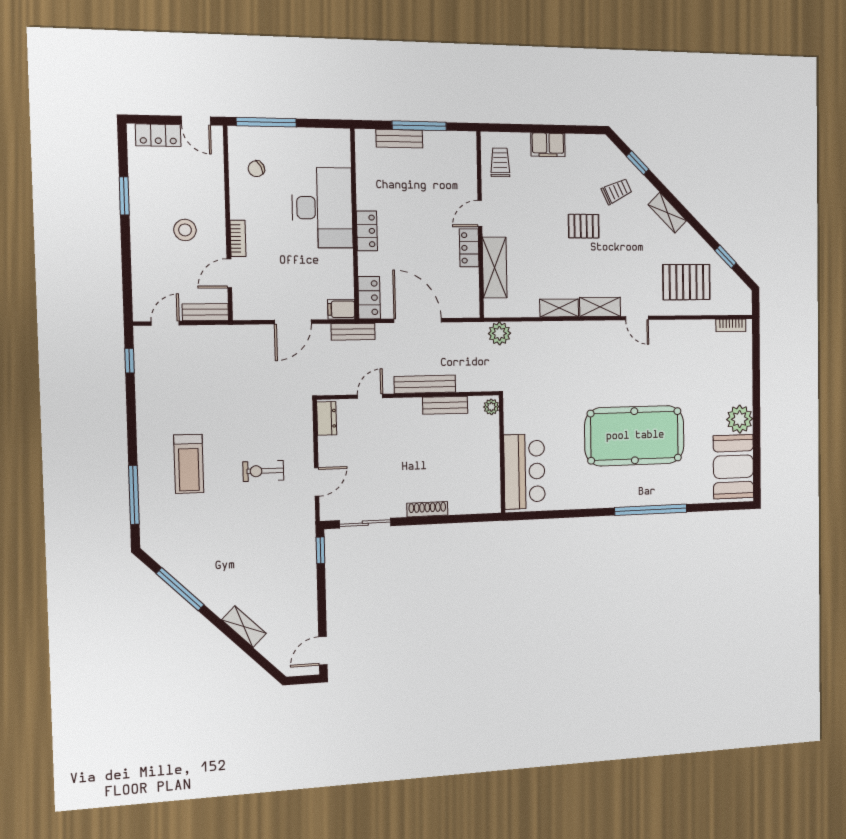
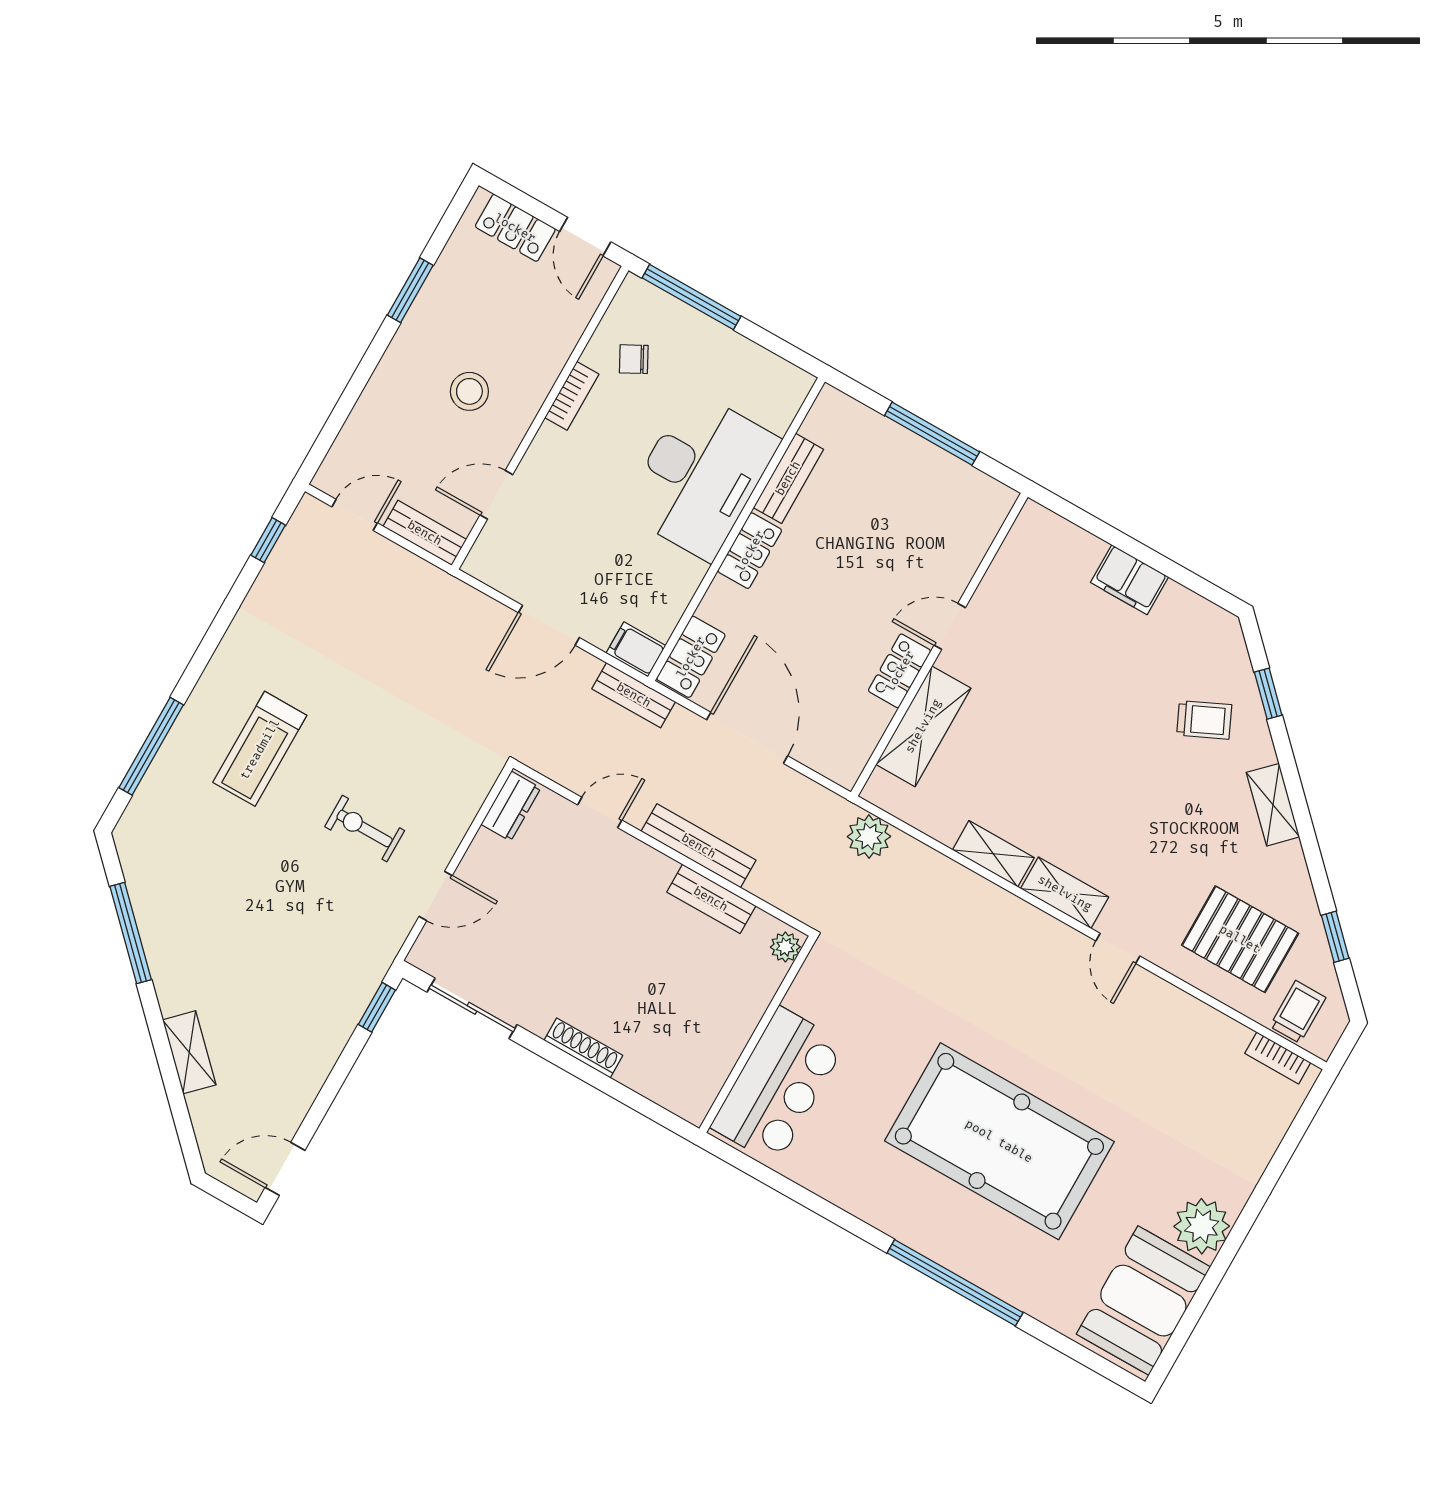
bench: (399, 139) -> (788, 478), moved, turned 90
trolley: (500, 162) -> (1298, 1012), moved
pallet: (584, 226) -> (1114, 745), removed
bookcase: (238, 238) -> (572, 396), moved

